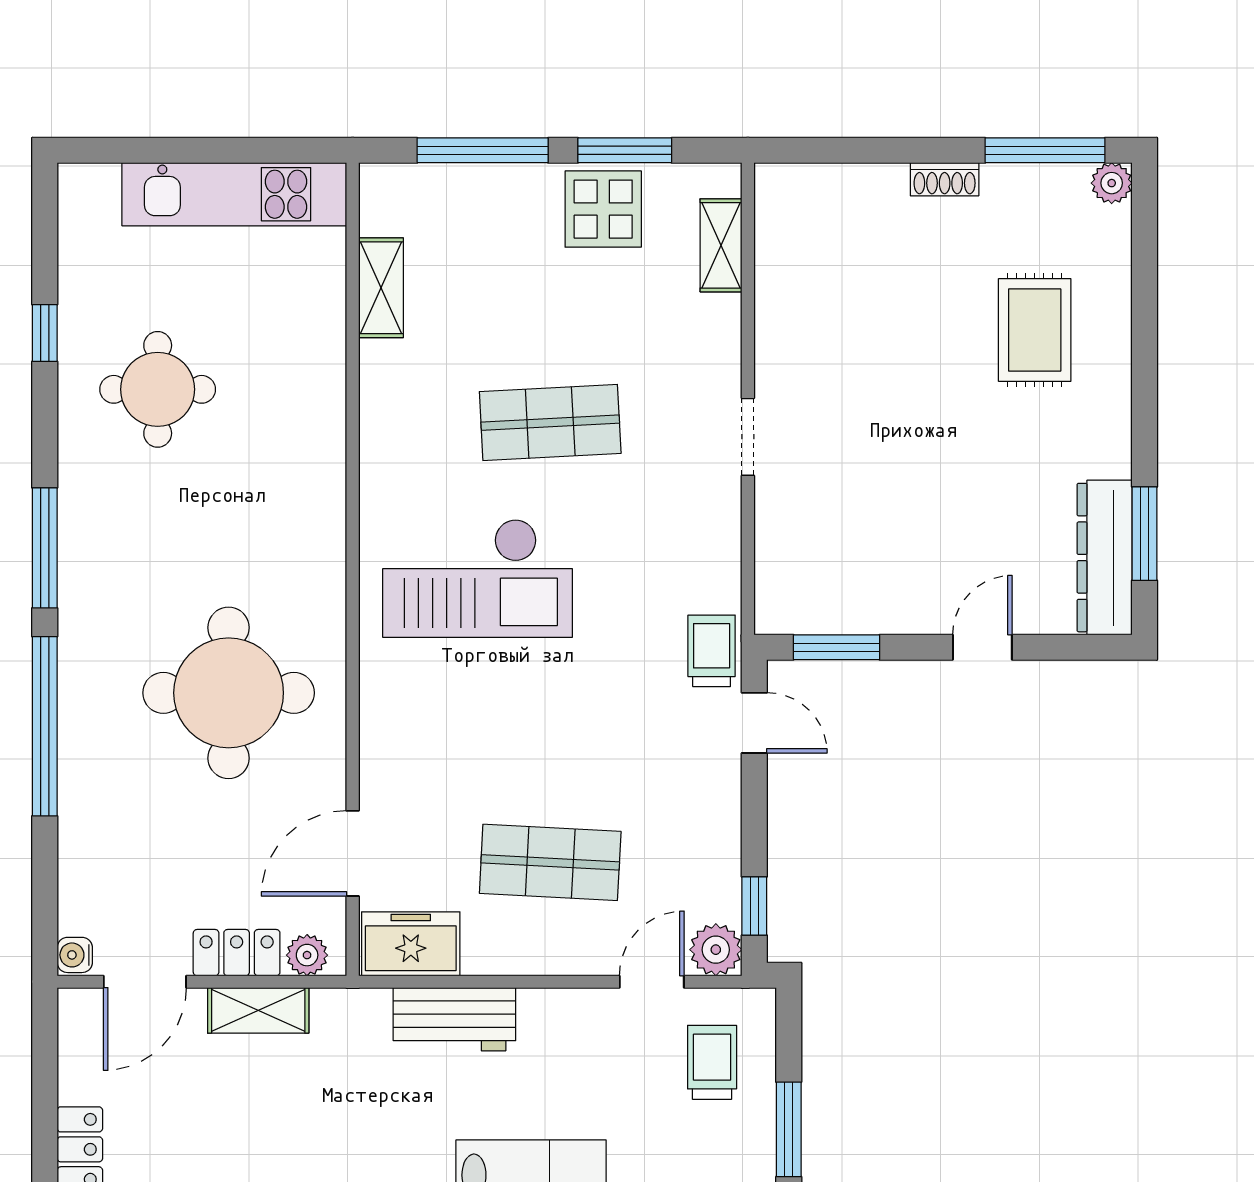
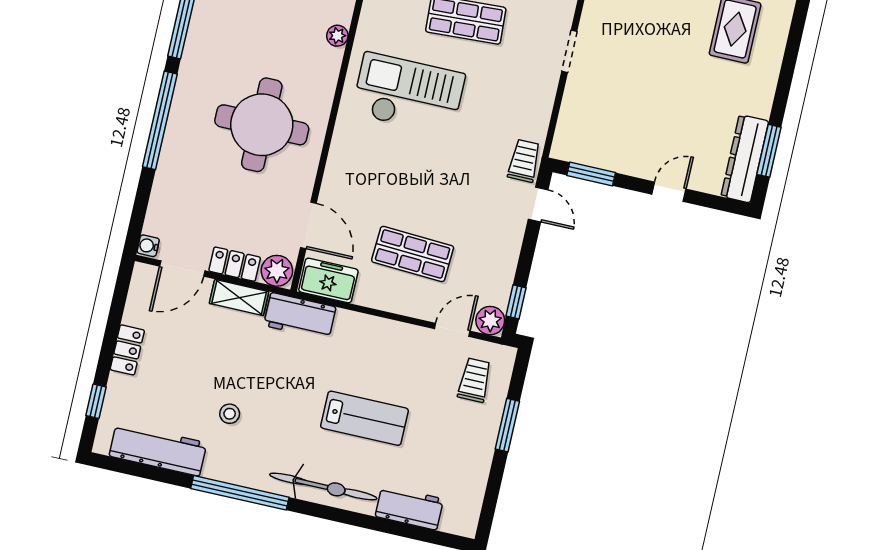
plant: (327, 503) -> (337, 36), added
checkout: (478, 578) -> (408, 94), turned 180
door: (353, 853) -> (308, 225), swing flipped
plant: (307, 955) -> (277, 271), width x1.38, depth x1.38
workbench: (454, 1019) -> (300, 316), moved

